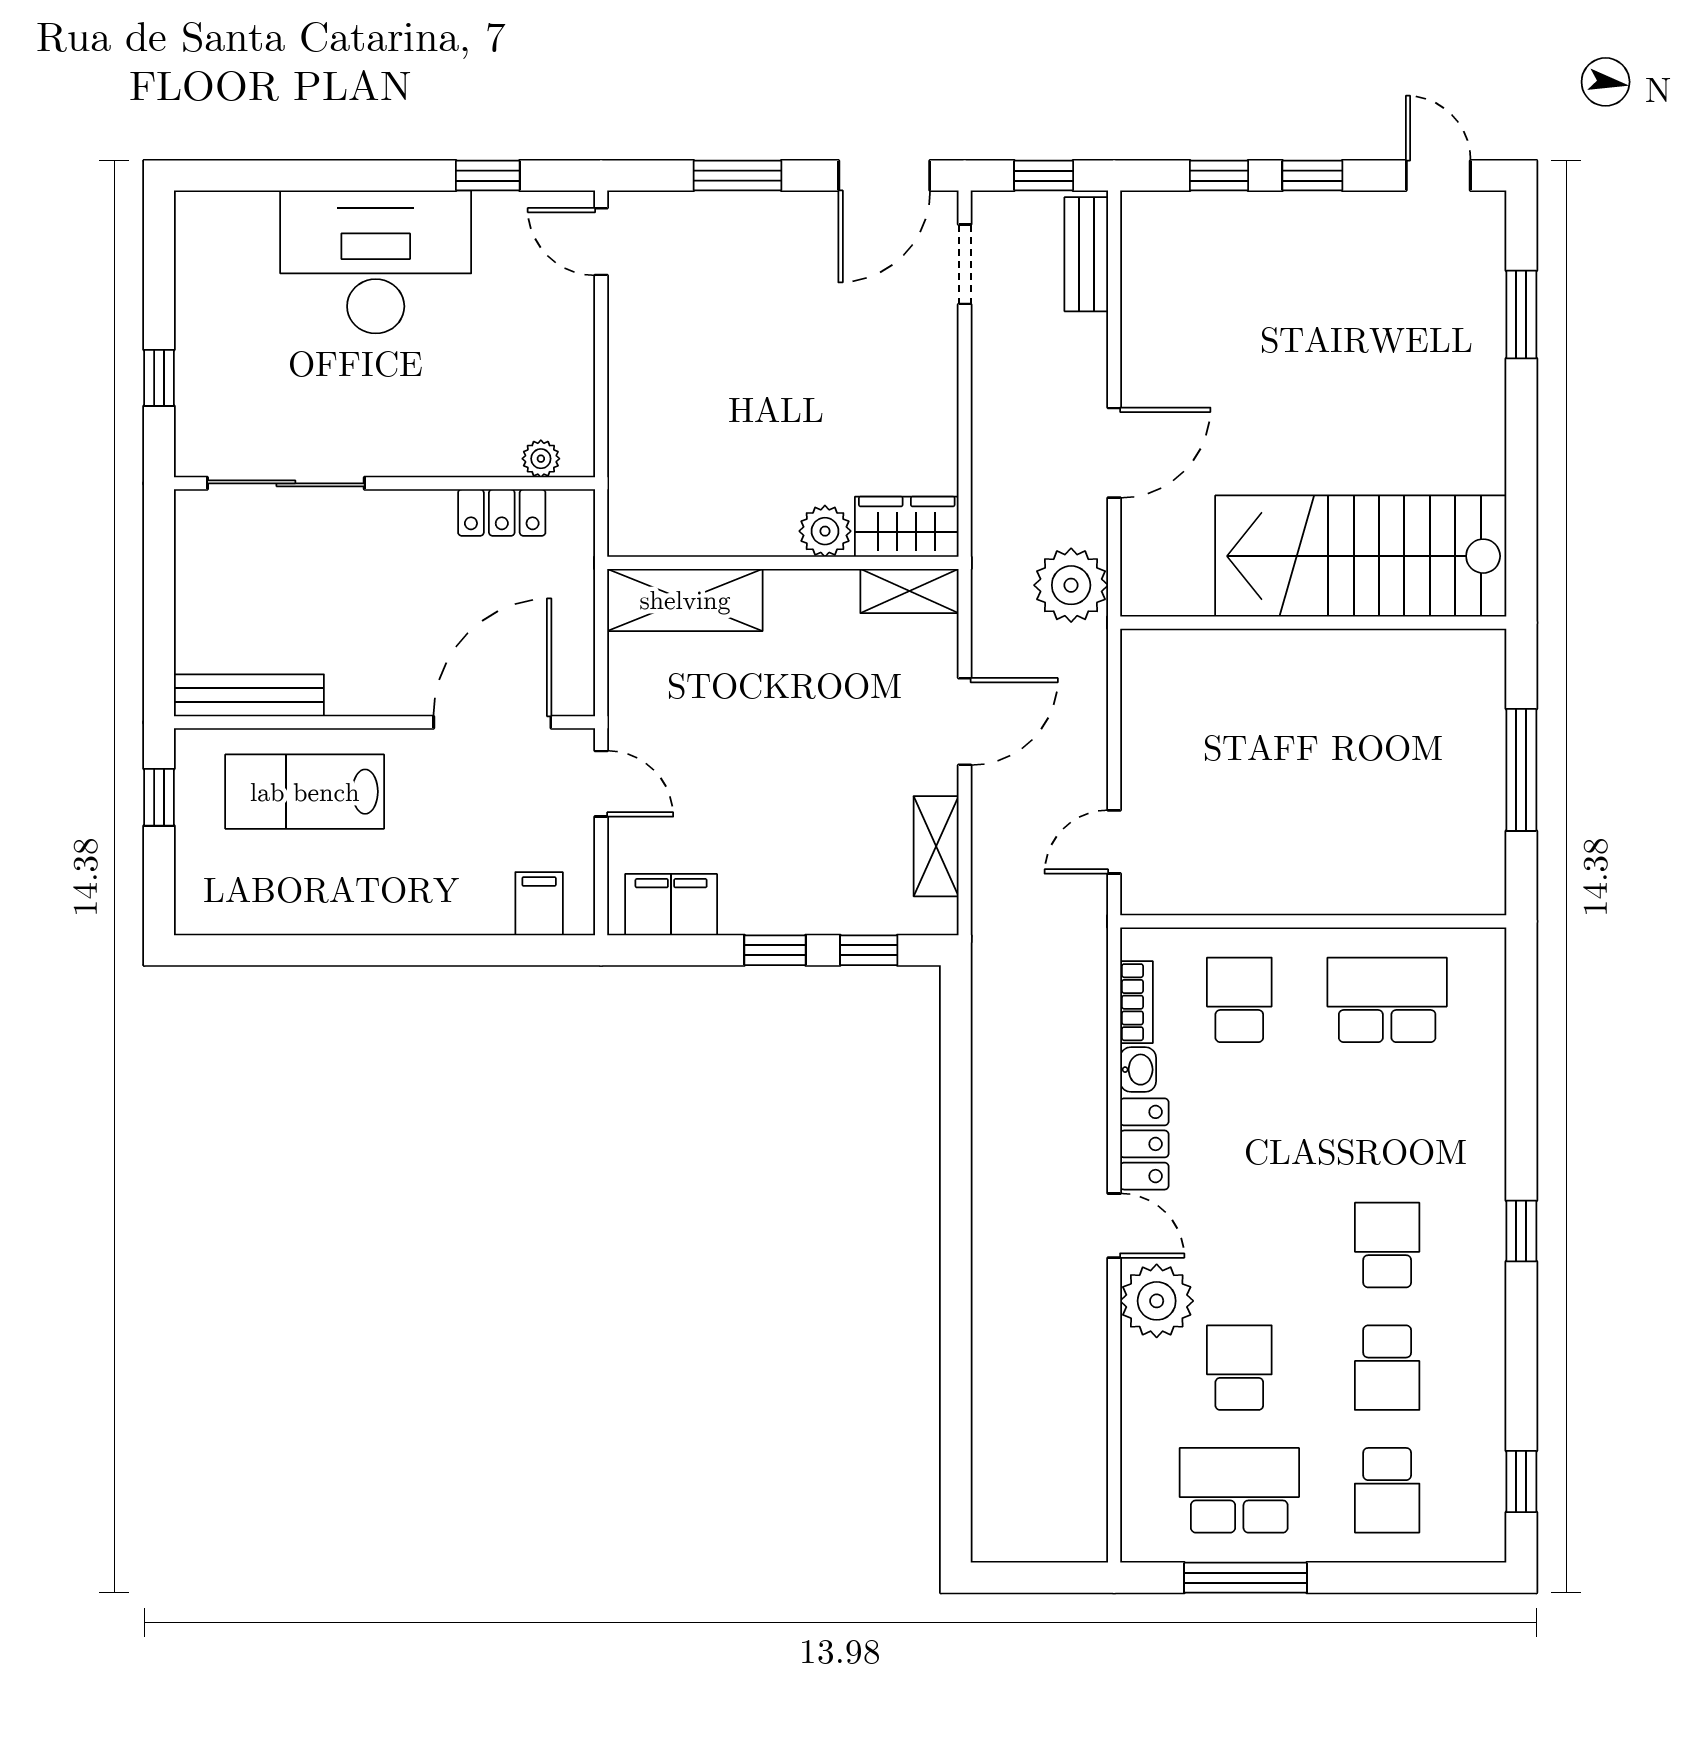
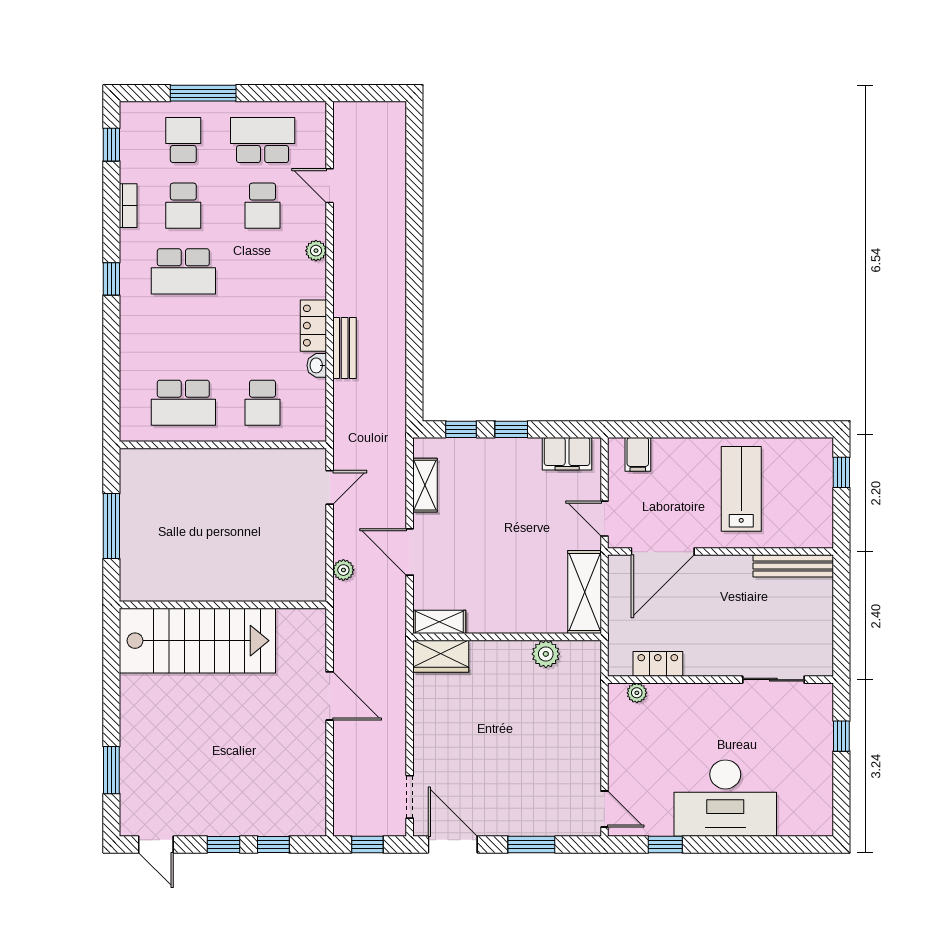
door: (884, 176) -> (453, 845), hinge flipped
bench: (1086, 254) -> (345, 348), moved
door: (1114, 453) -> (330, 696), swing flipped
sliding door: (286, 483) -> (773, 680), width x0.73
plant: (825, 531) -> (546, 654), moved
plant: (1071, 585) -> (343, 570), moved, width x0.53, depth x0.53
shelving: (685, 600) -> (585, 592), moved, turned 90
door: (965, 722) -> (410, 552), hinge flipped
lab bench: (305, 792) -> (741, 489), moved, turned -90
window: (159, 797) -> (841, 472), moved
bookcase: (1136, 1002) -> (128, 206), moved, turned 180
door: (1114, 1226) -> (330, 186), moved
school desk: (1387, 1245) -> (183, 271), width x1.85
plant: (1157, 1301) -> (316, 251), width x0.53, depth x0.53
school desk: (1387, 1368) -> (183, 206), turned 180
school desk: (1239, 1490) -> (263, 140), turned 180
window: (1245, 1578) -> (203, 93), moved

